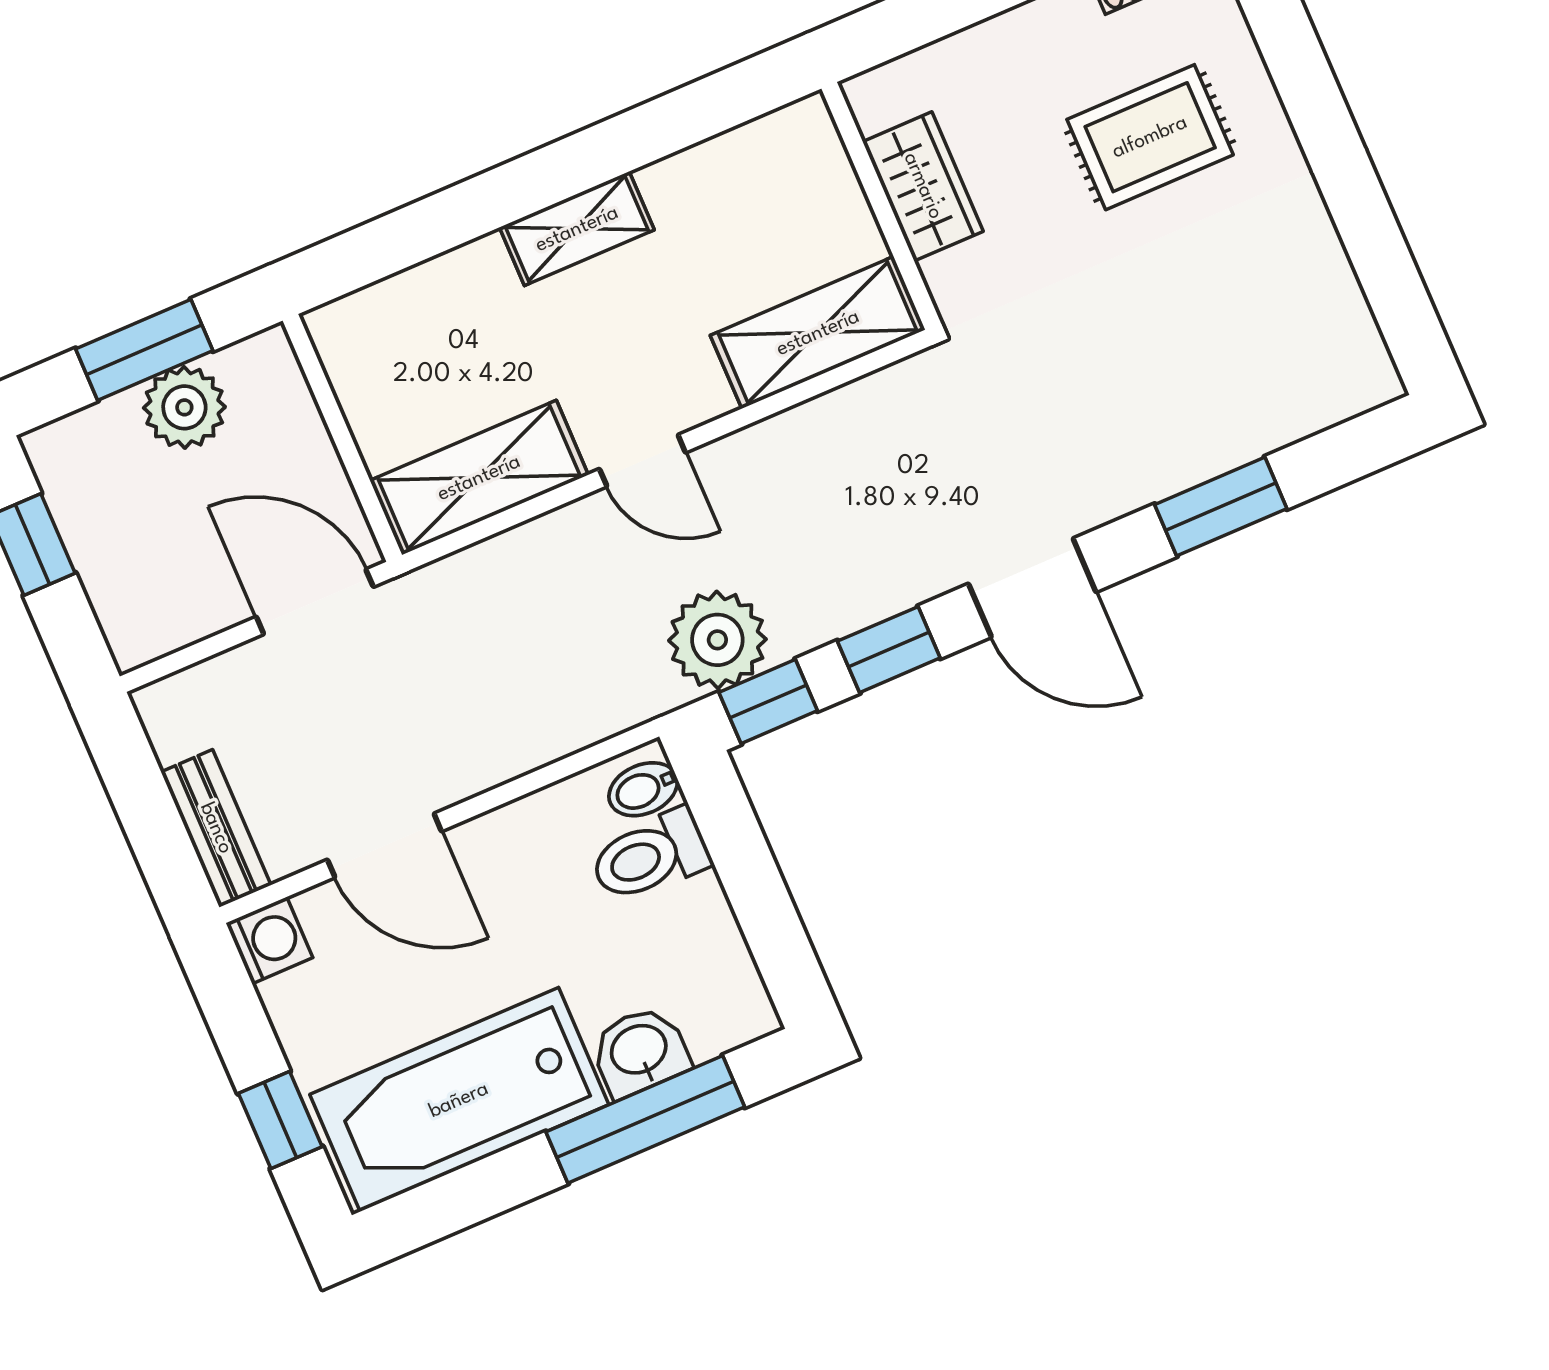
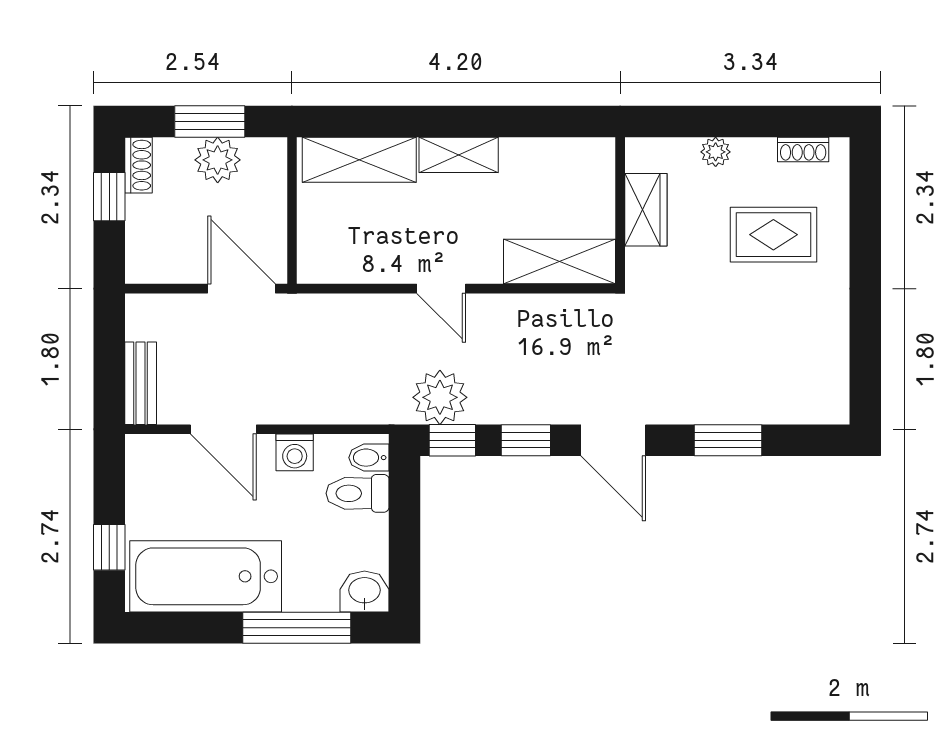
plant: (996, 42) -> (716, 152), added
shoe rack: (58, 472) -> (138, 165), added
shelving: (479, 478) -> (359, 160), moved
washing machine: (269, 940) -> (295, 452), moved, turned 90
washbasin: (640, 1051) -> (364, 591), moved

